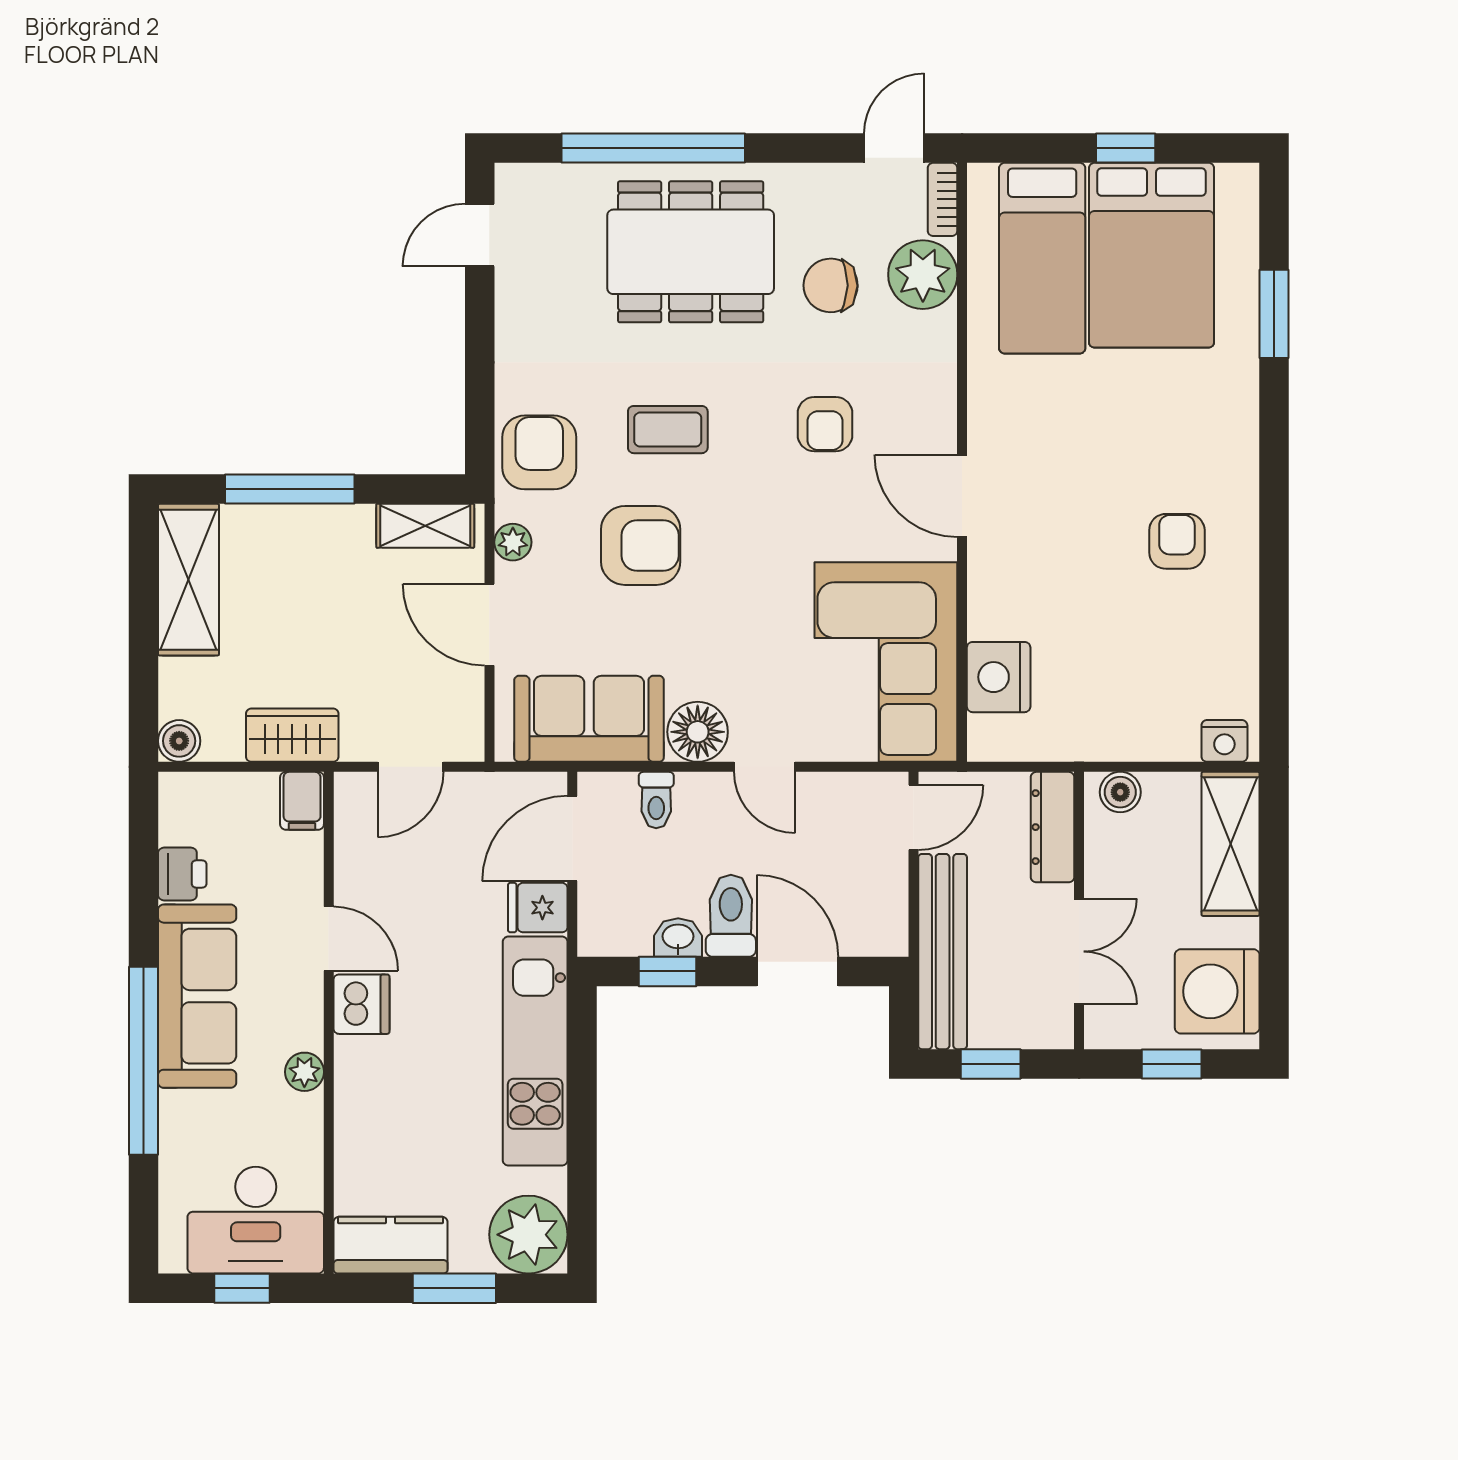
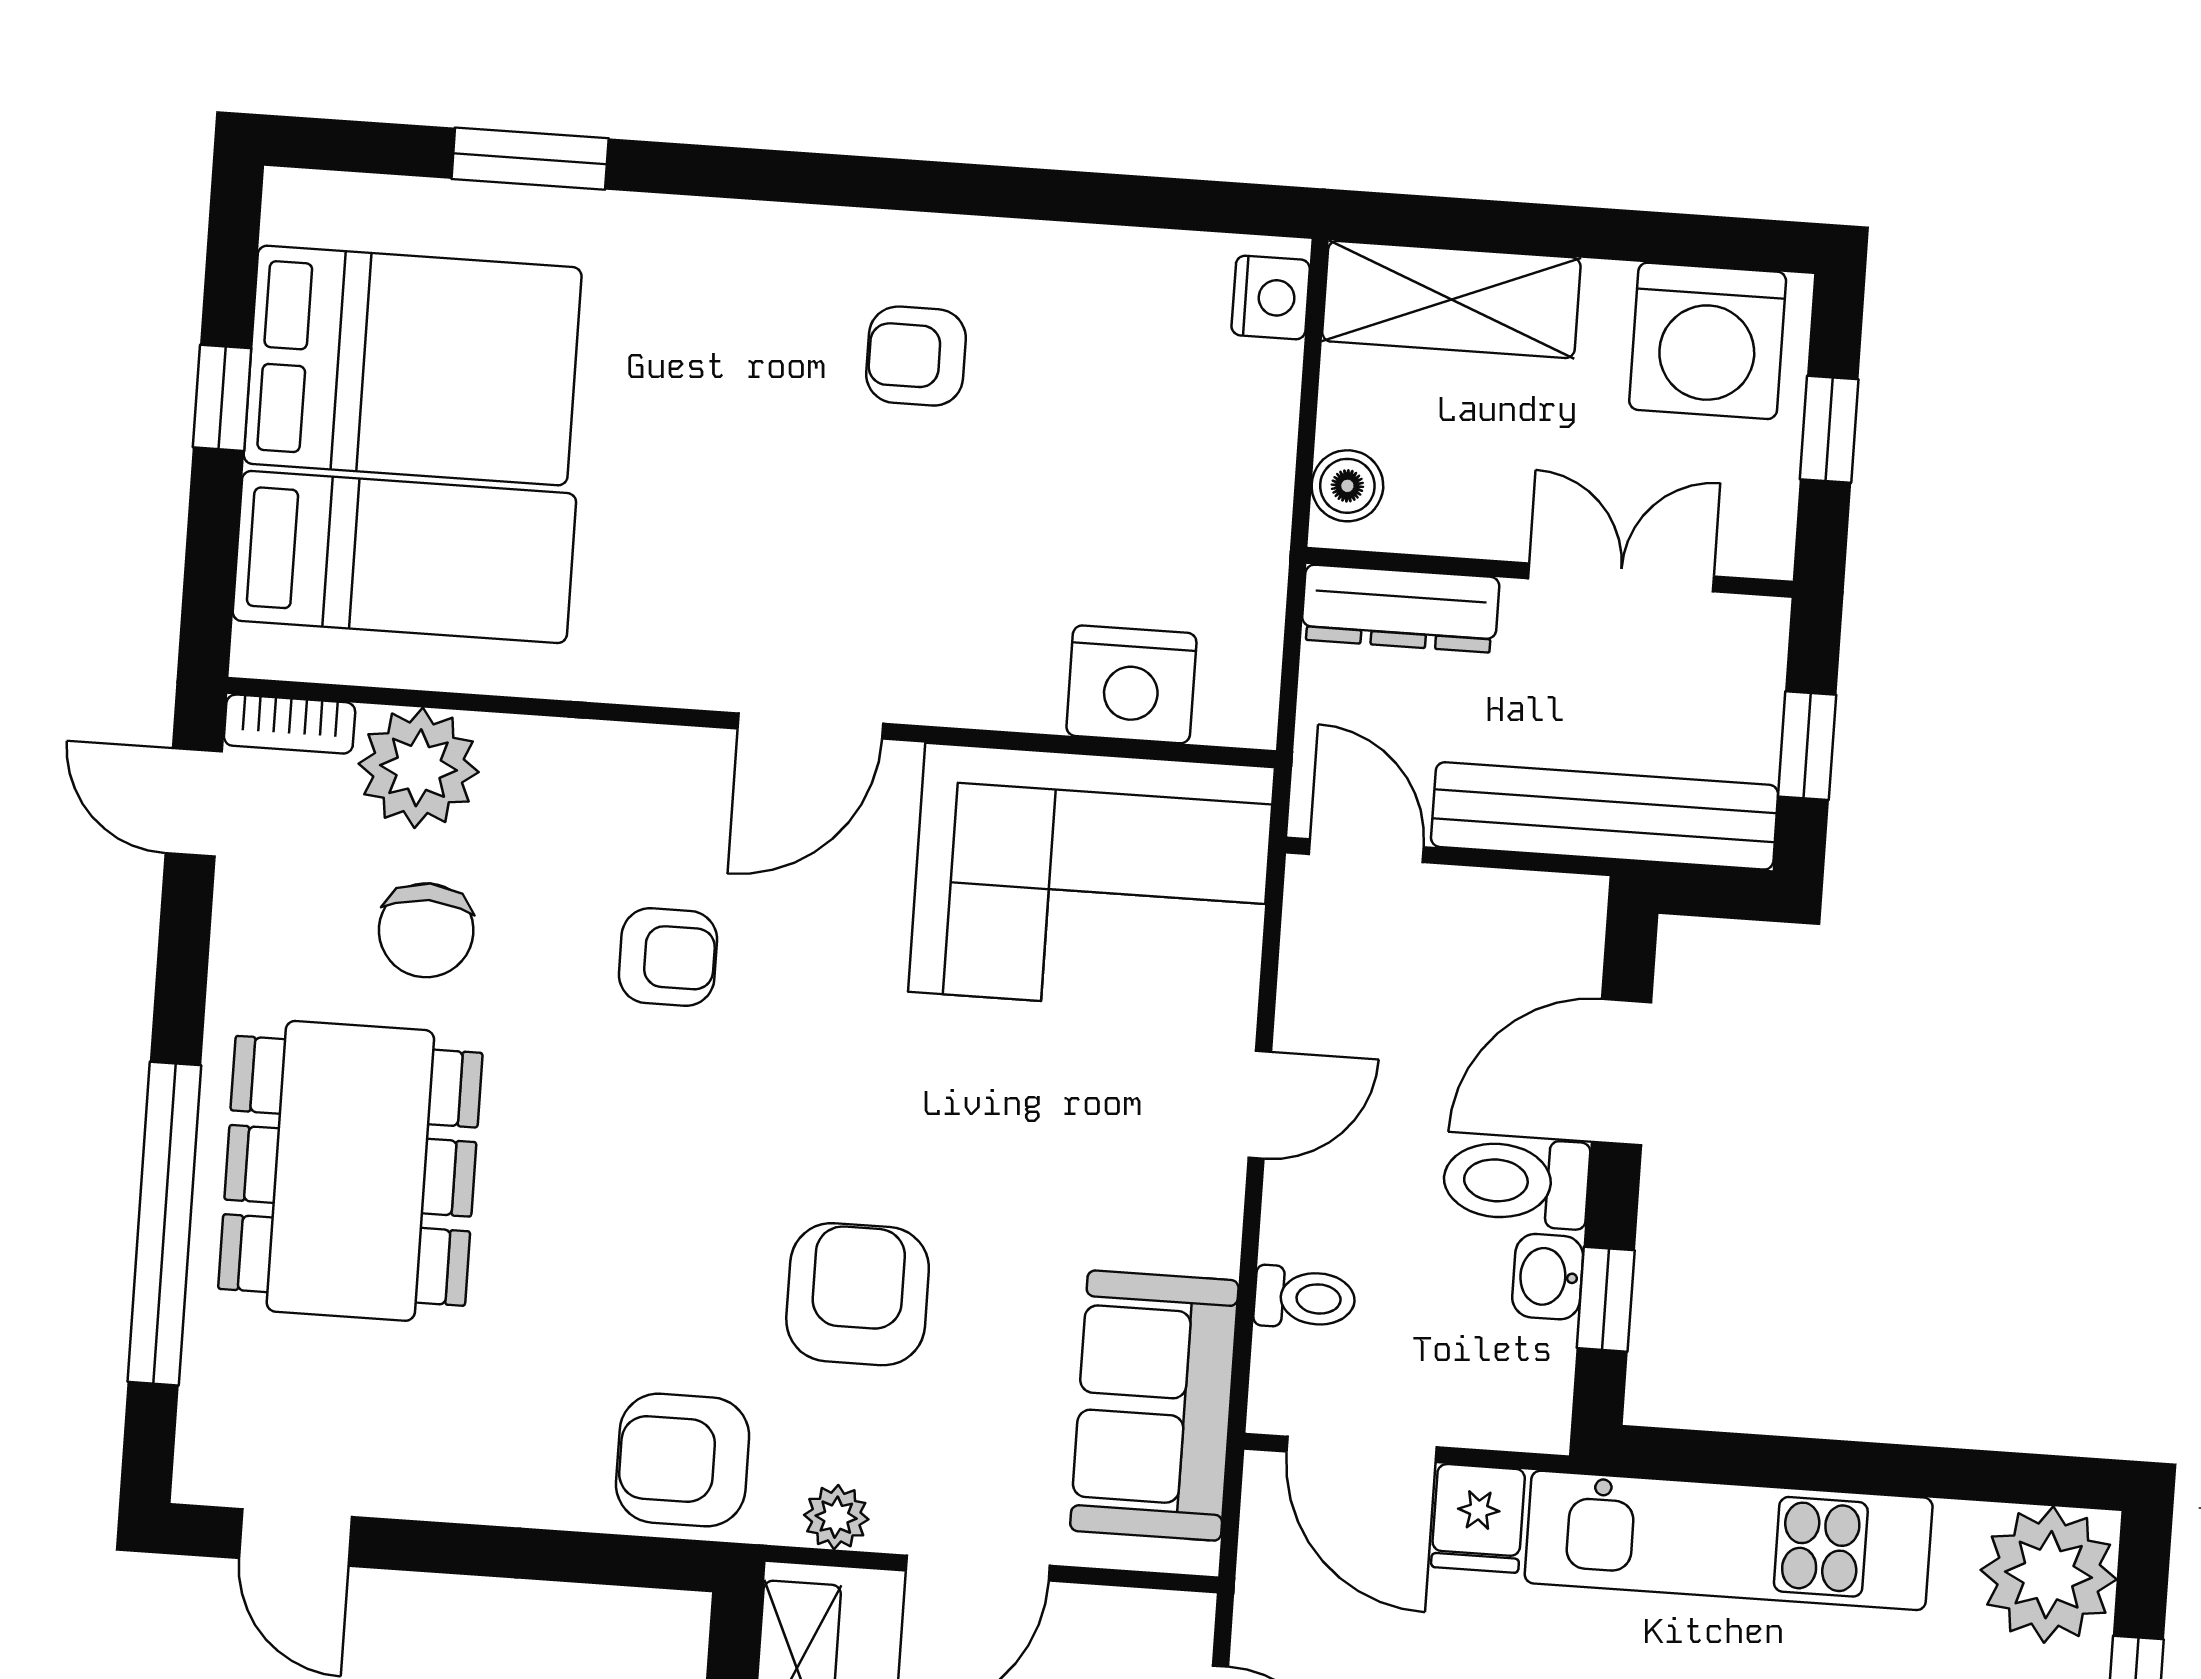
coffee table: (668, 430) -> (658, 1233), removed
floor lamp: (698, 732) -> (1190, 1217), removed

